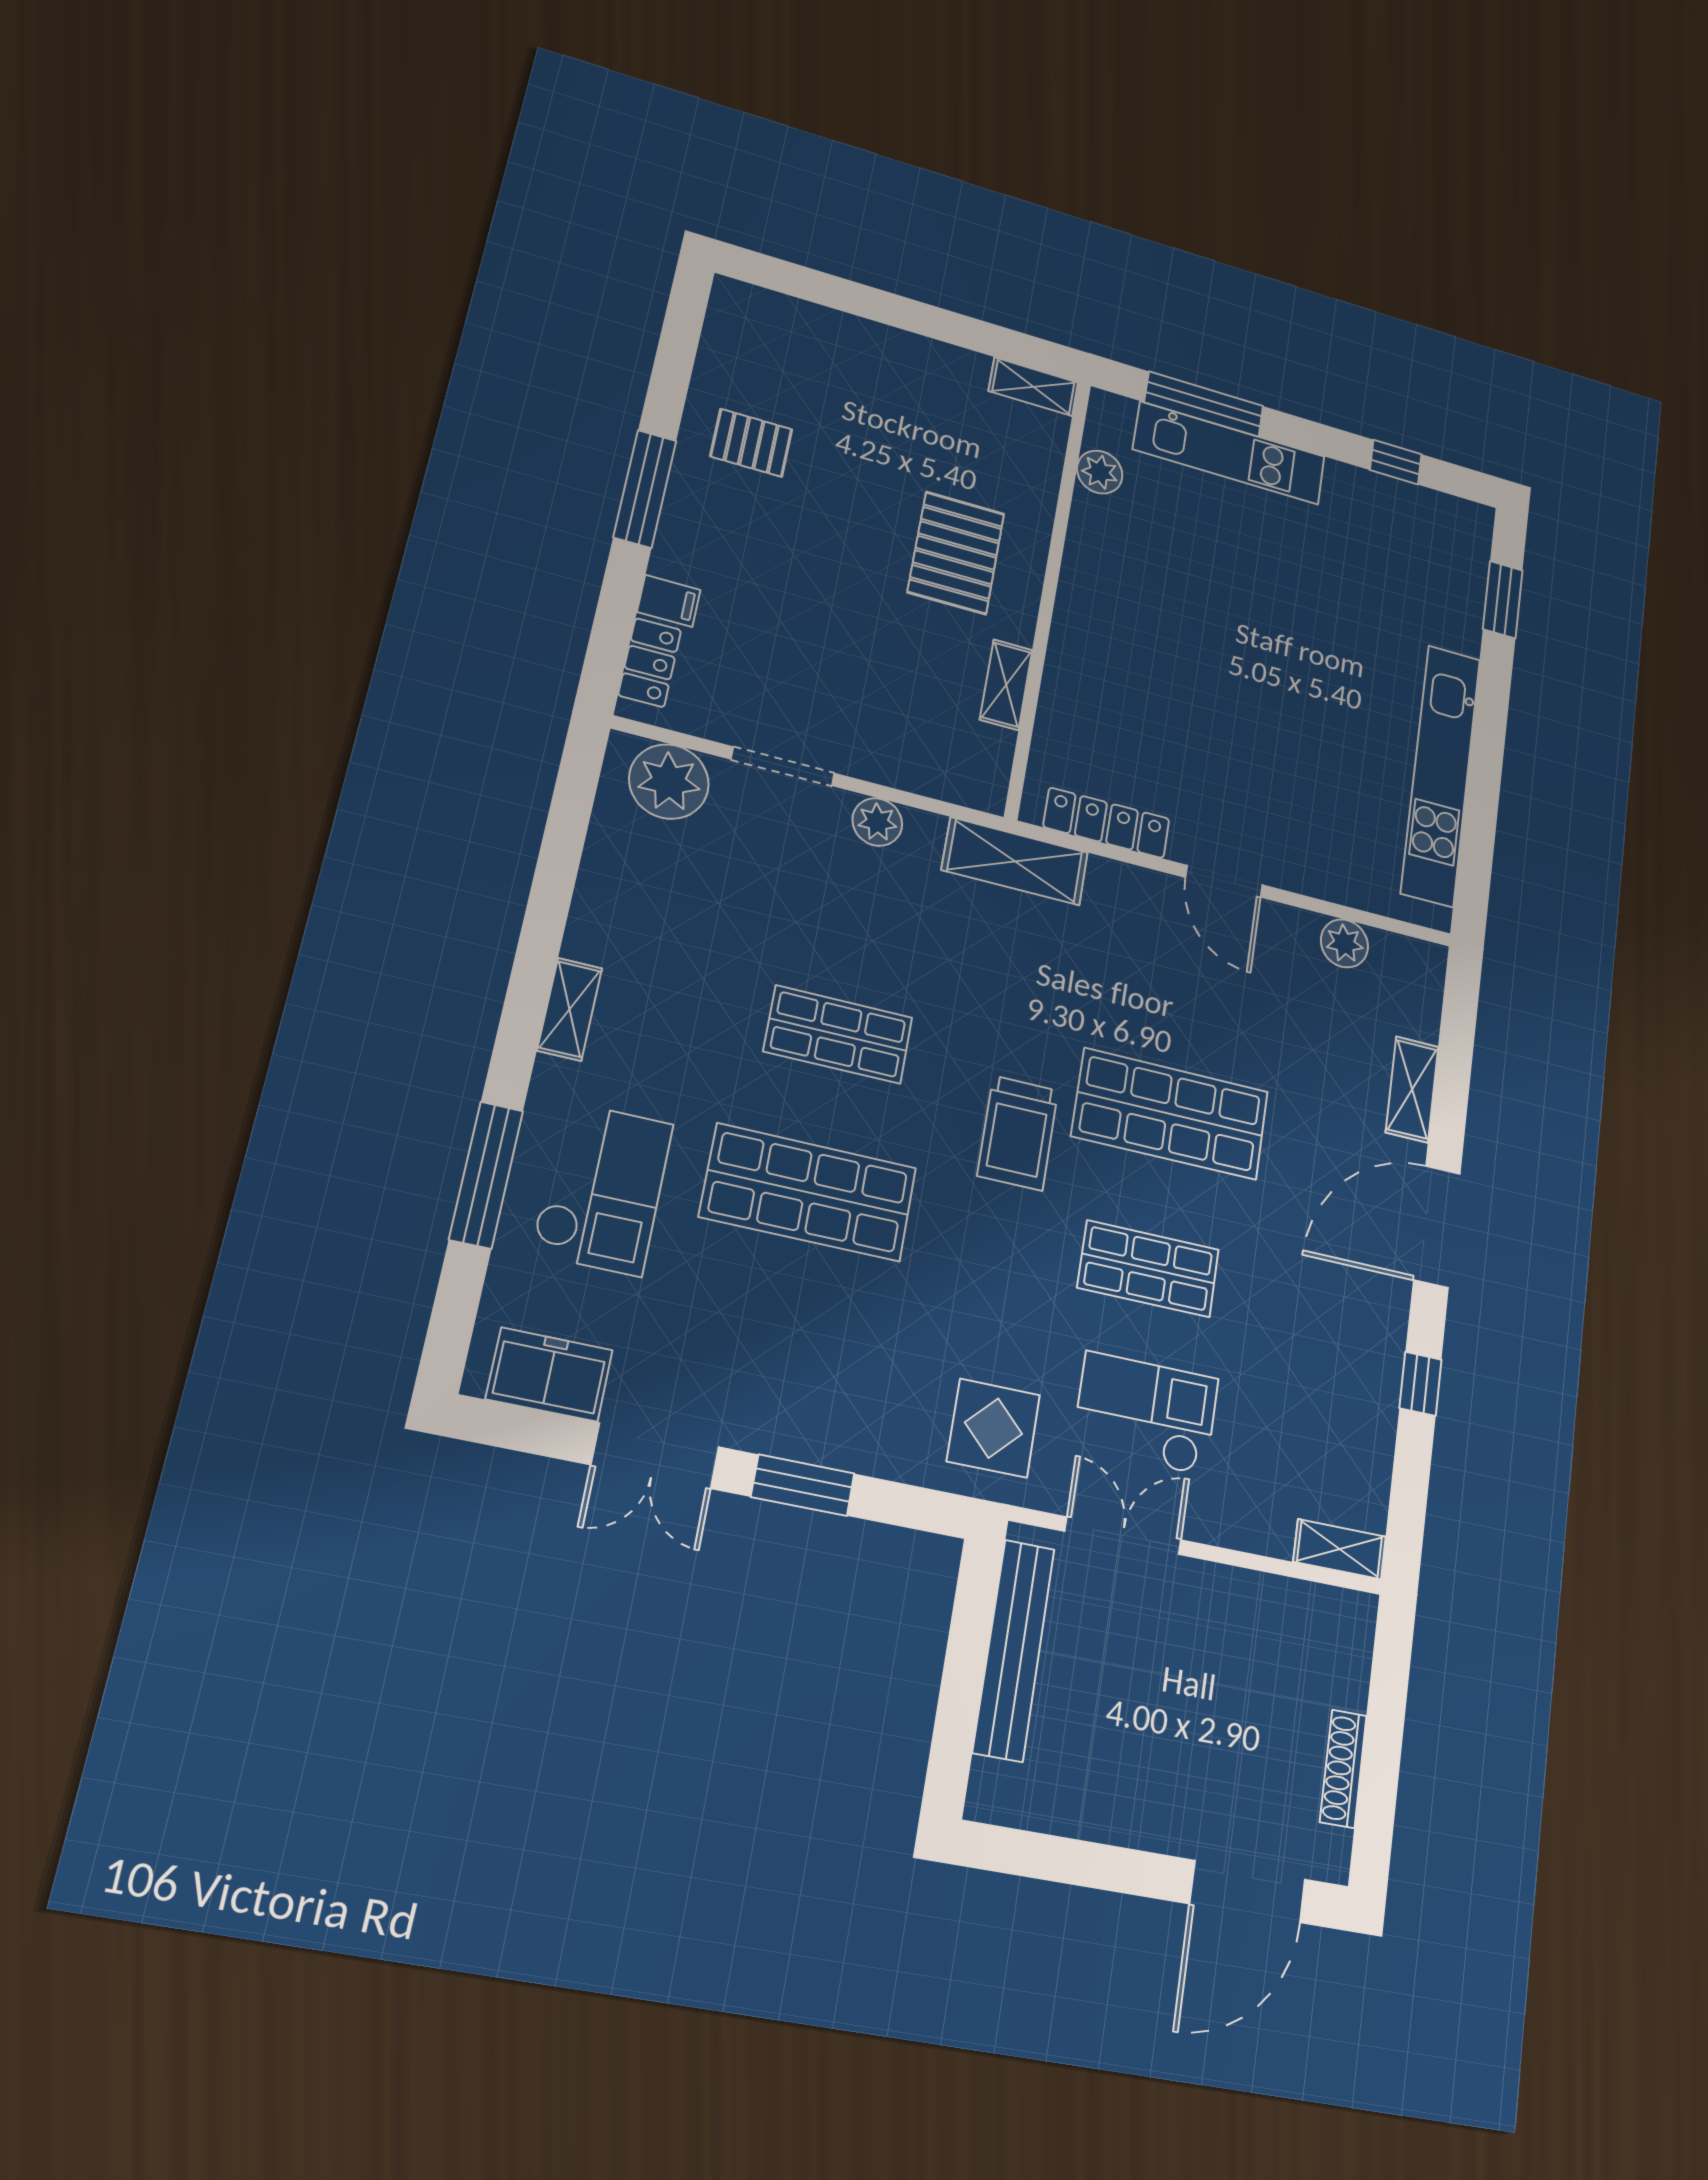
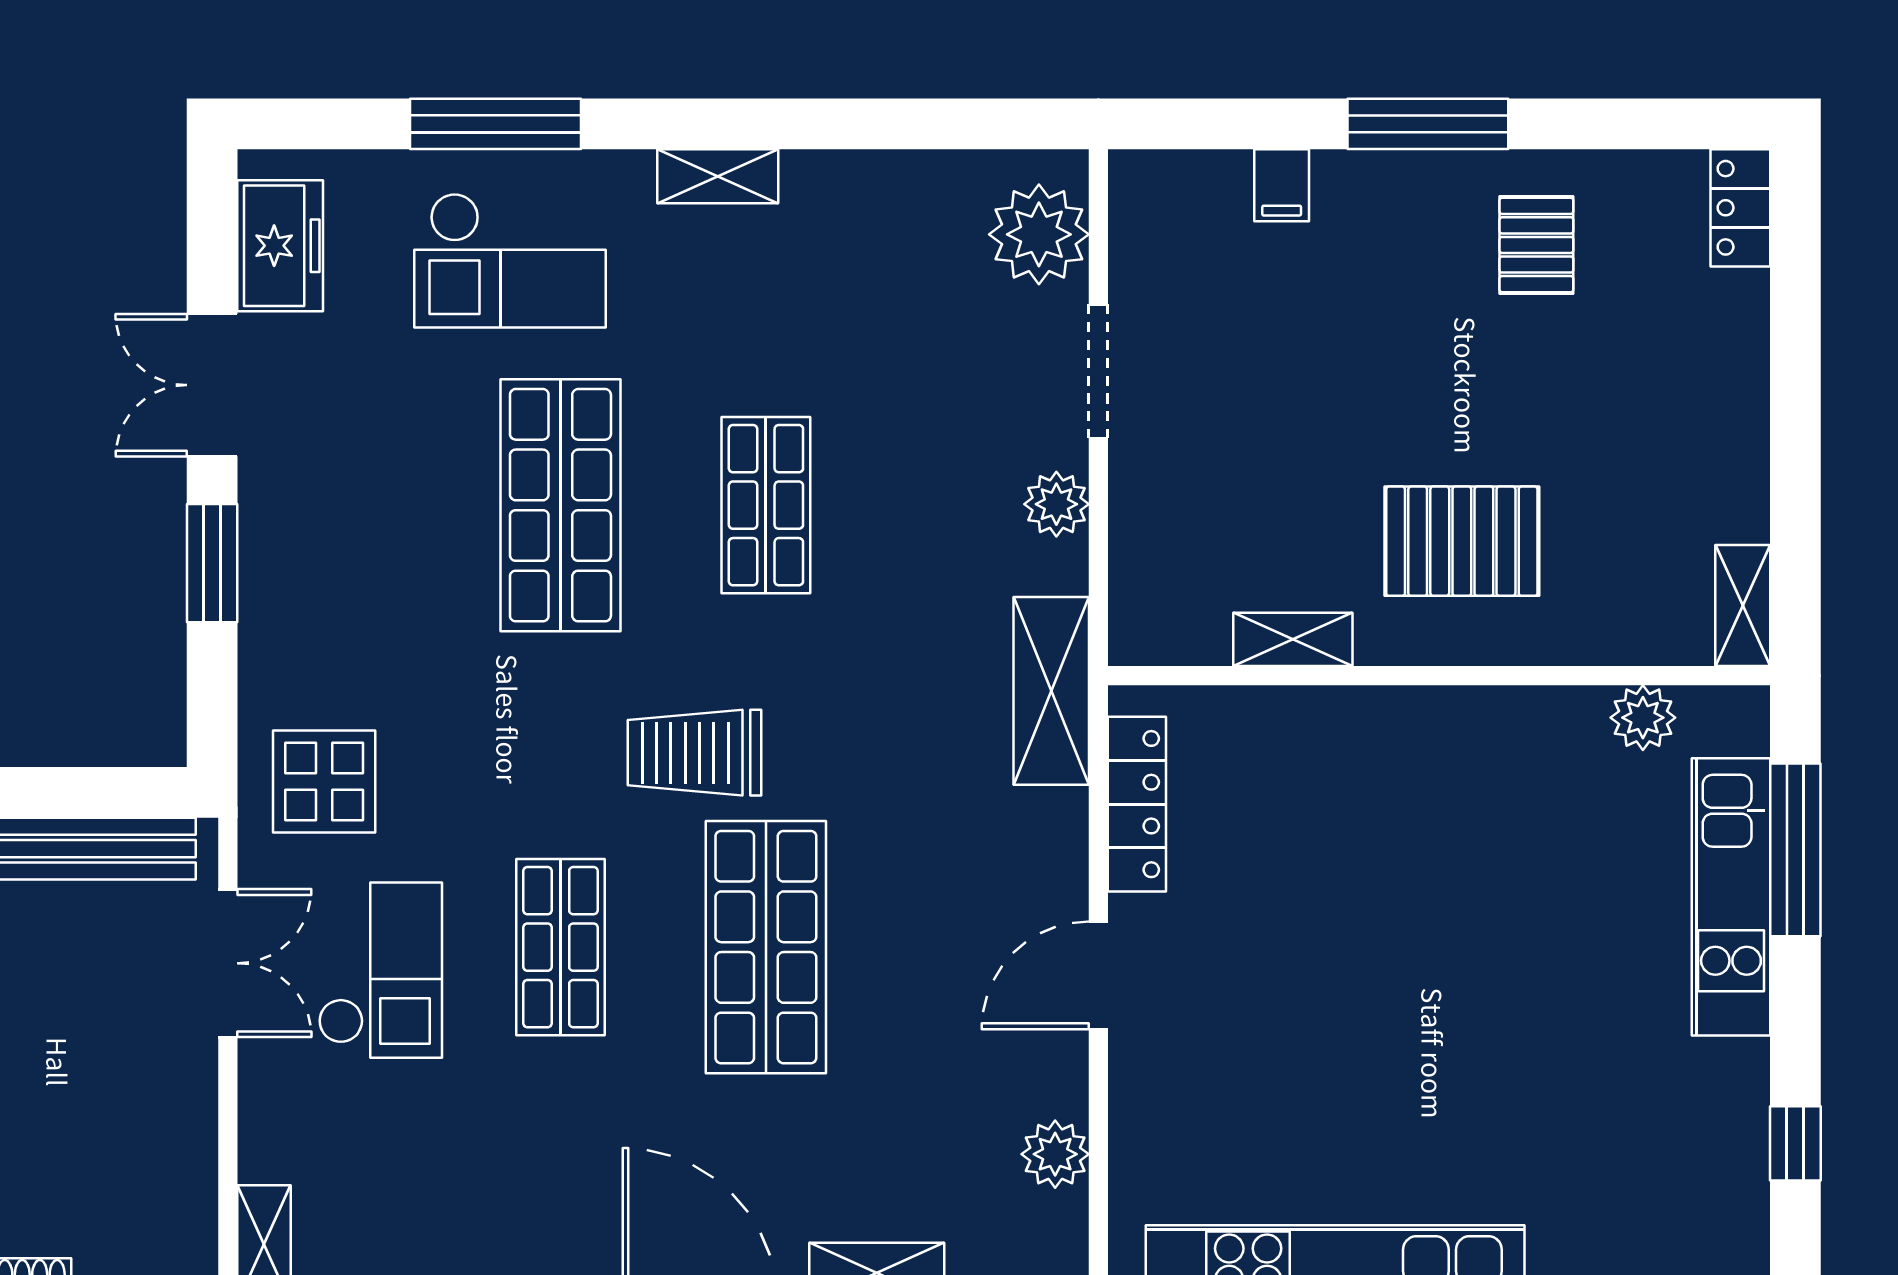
locker: (650, 663) -> (1740, 208), moved, turned 90

